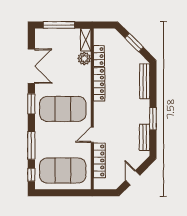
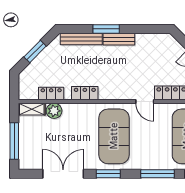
locker: (99, 84) -> (85, 93), width x0.66
window: (153, 119) -> (106, 29), moved
bench: (145, 137) -> (119, 39), moved

